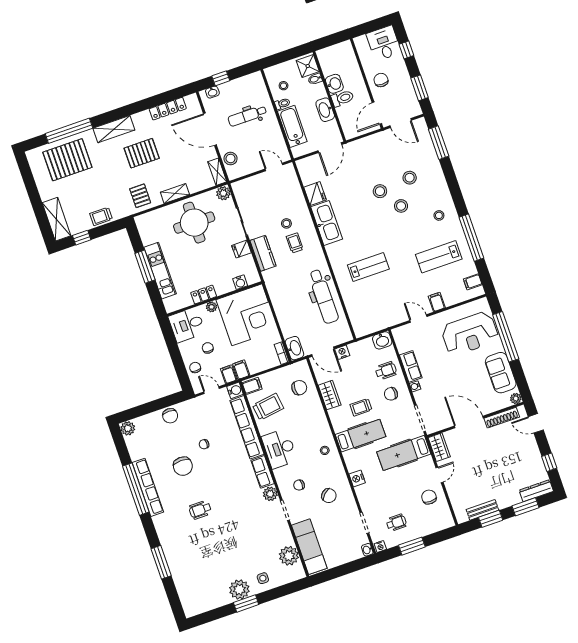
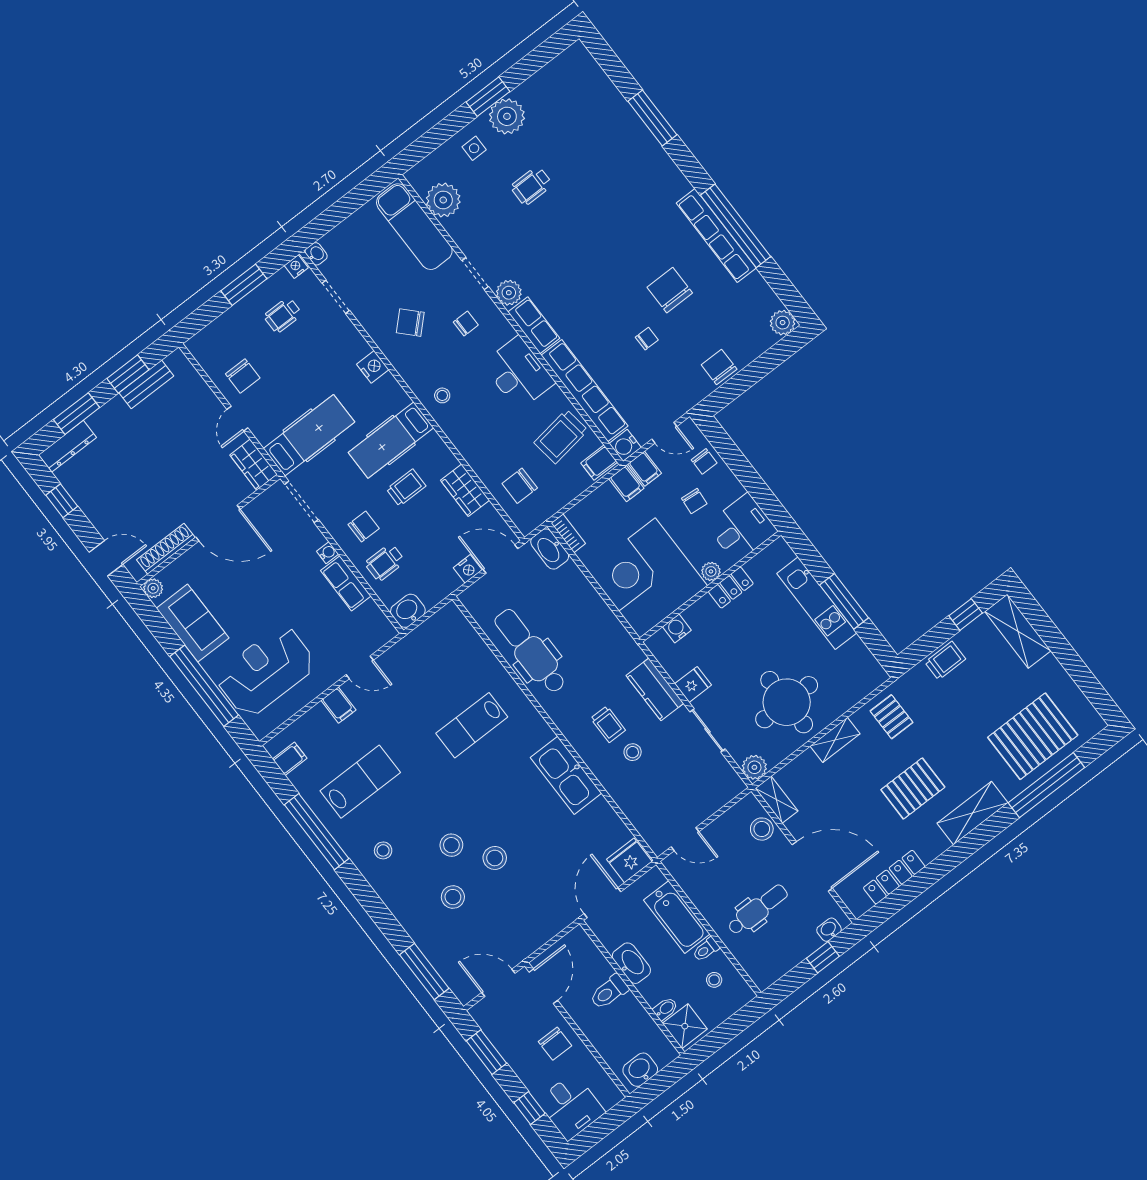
washbasin: (334, 84) -> (640, 1070), moved, turned 90
fridge: (315, 194) -> (629, 860), moved, turned 90
wheelchair: (200, 510) -> (531, 186), moved, turned 180

